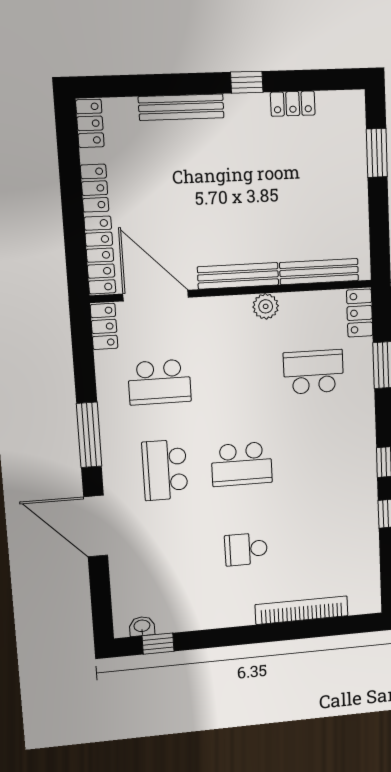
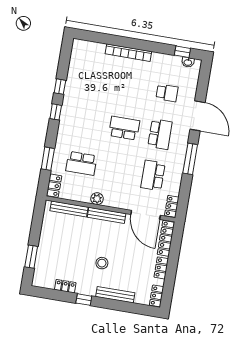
stool: (225, 171) -> (102, 263), added
school desk: (159, 382) -> (153, 175), turned -90
school desk: (246, 549) -> (167, 93), moved
bookcase: (302, 610) -> (128, 53), moved

